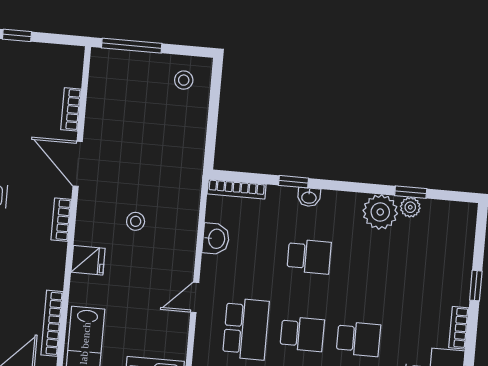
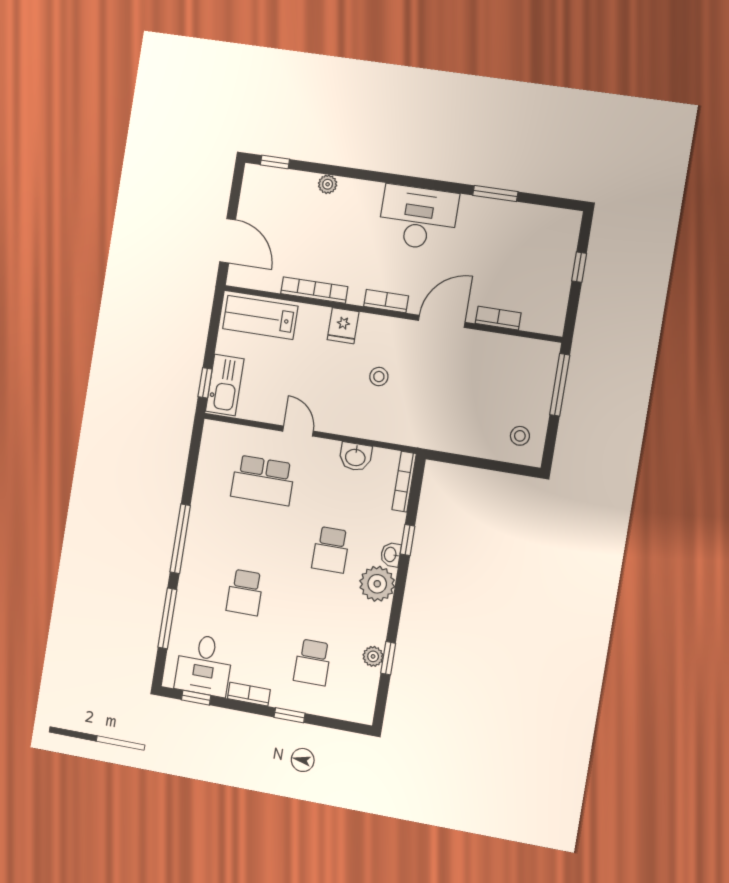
plant: (380, 212) -> (377, 584), moved
bookcase: (52, 323) -> (314, 290), moved
school desk: (302, 334) -> (312, 662), moved

